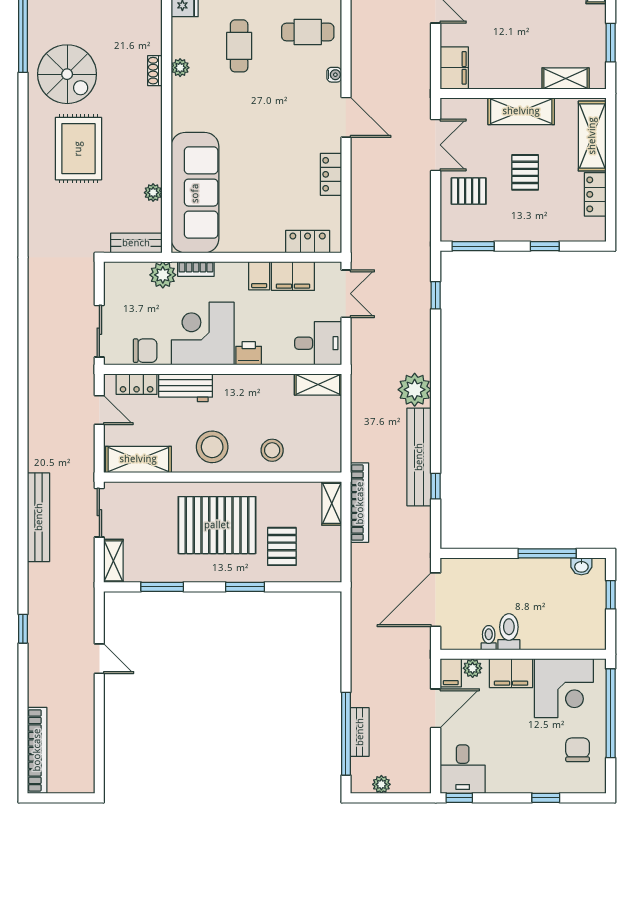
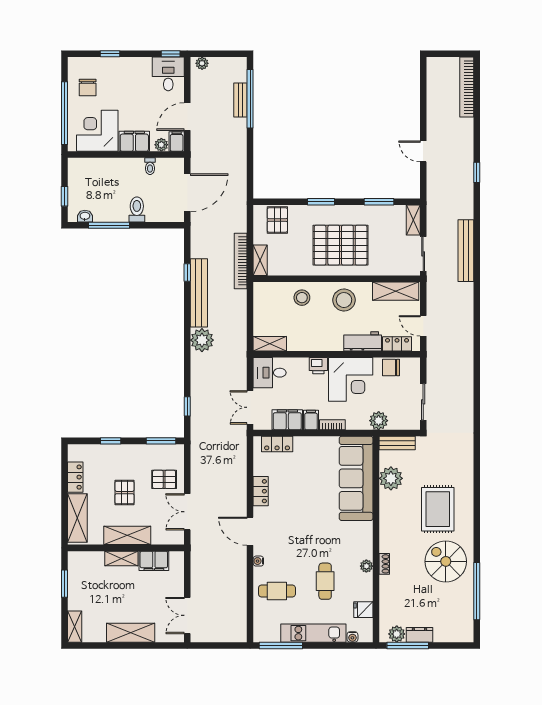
filing cabinet: (454, 68) -> (154, 561), moved, turned -90
shelving: (566, 78) -> (121, 558), moved
plant: (153, 193) -> (391, 478), width x1.87, depth x1.87
bookcase: (196, 269) -> (332, 425), moved
sliding door: (99, 331) -> (423, 402), moved
pallet: (282, 546) -> (277, 220), moved
toilet: (509, 632) -> (137, 210), moved, turned 180
plant: (381, 784) -> (202, 63), moved

